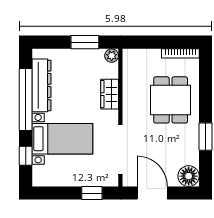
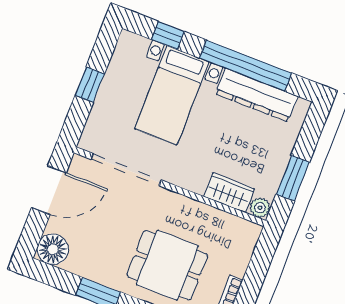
wardrobe: (110, 94) -> (229, 193), moved
window: (92, 193) -> (90, 85), moved

